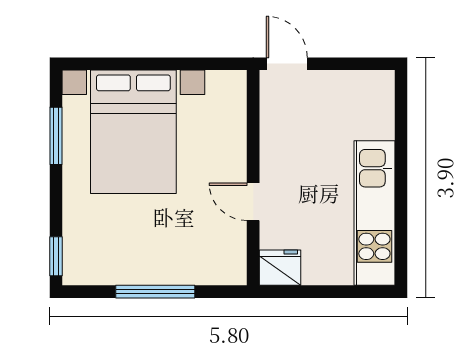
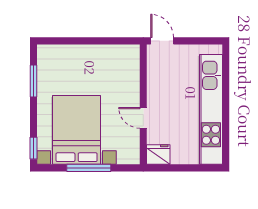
bed with nightstands: (133, 132) -> (77, 130), moved, turned 180
kitchen unit: (374, 213) -> (211, 109), width x1.36

